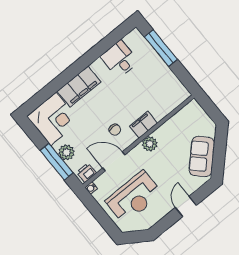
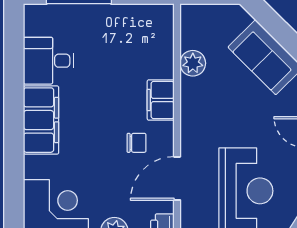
filing cabinet: (79, 87) -> (41, 120), moved
plant: (150, 144) -> (193, 63), moved

